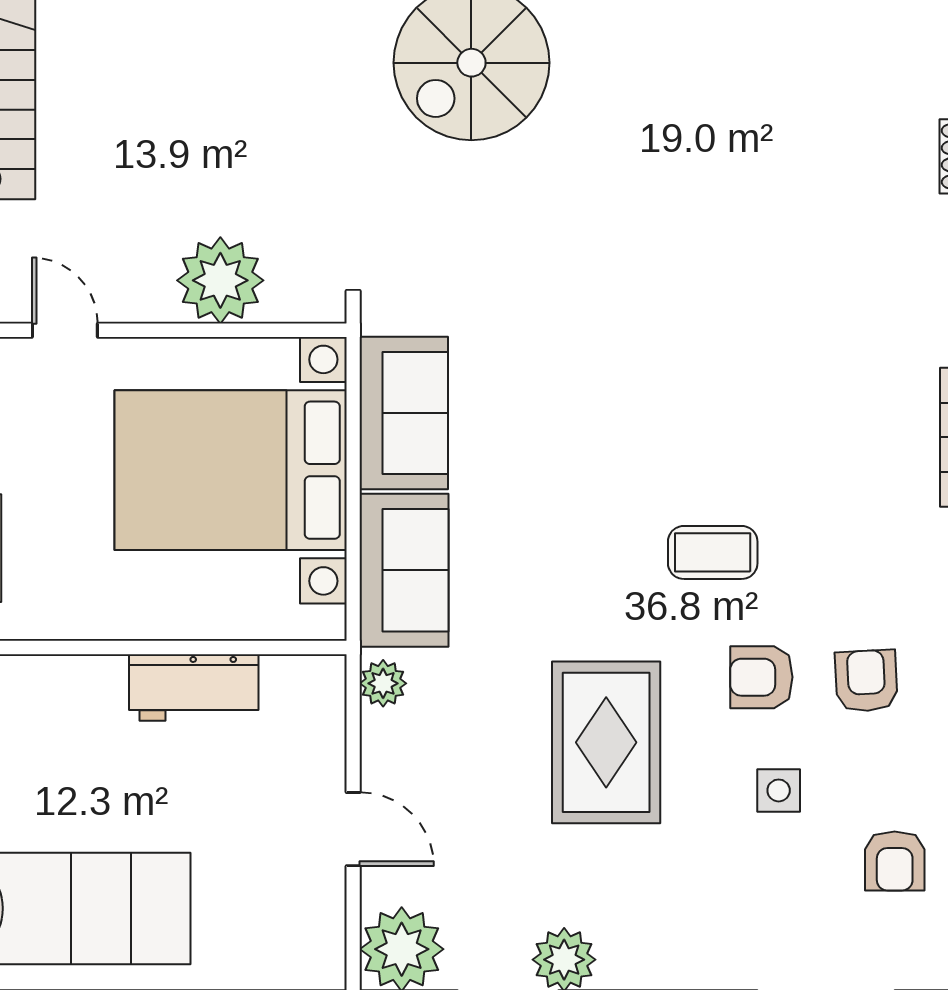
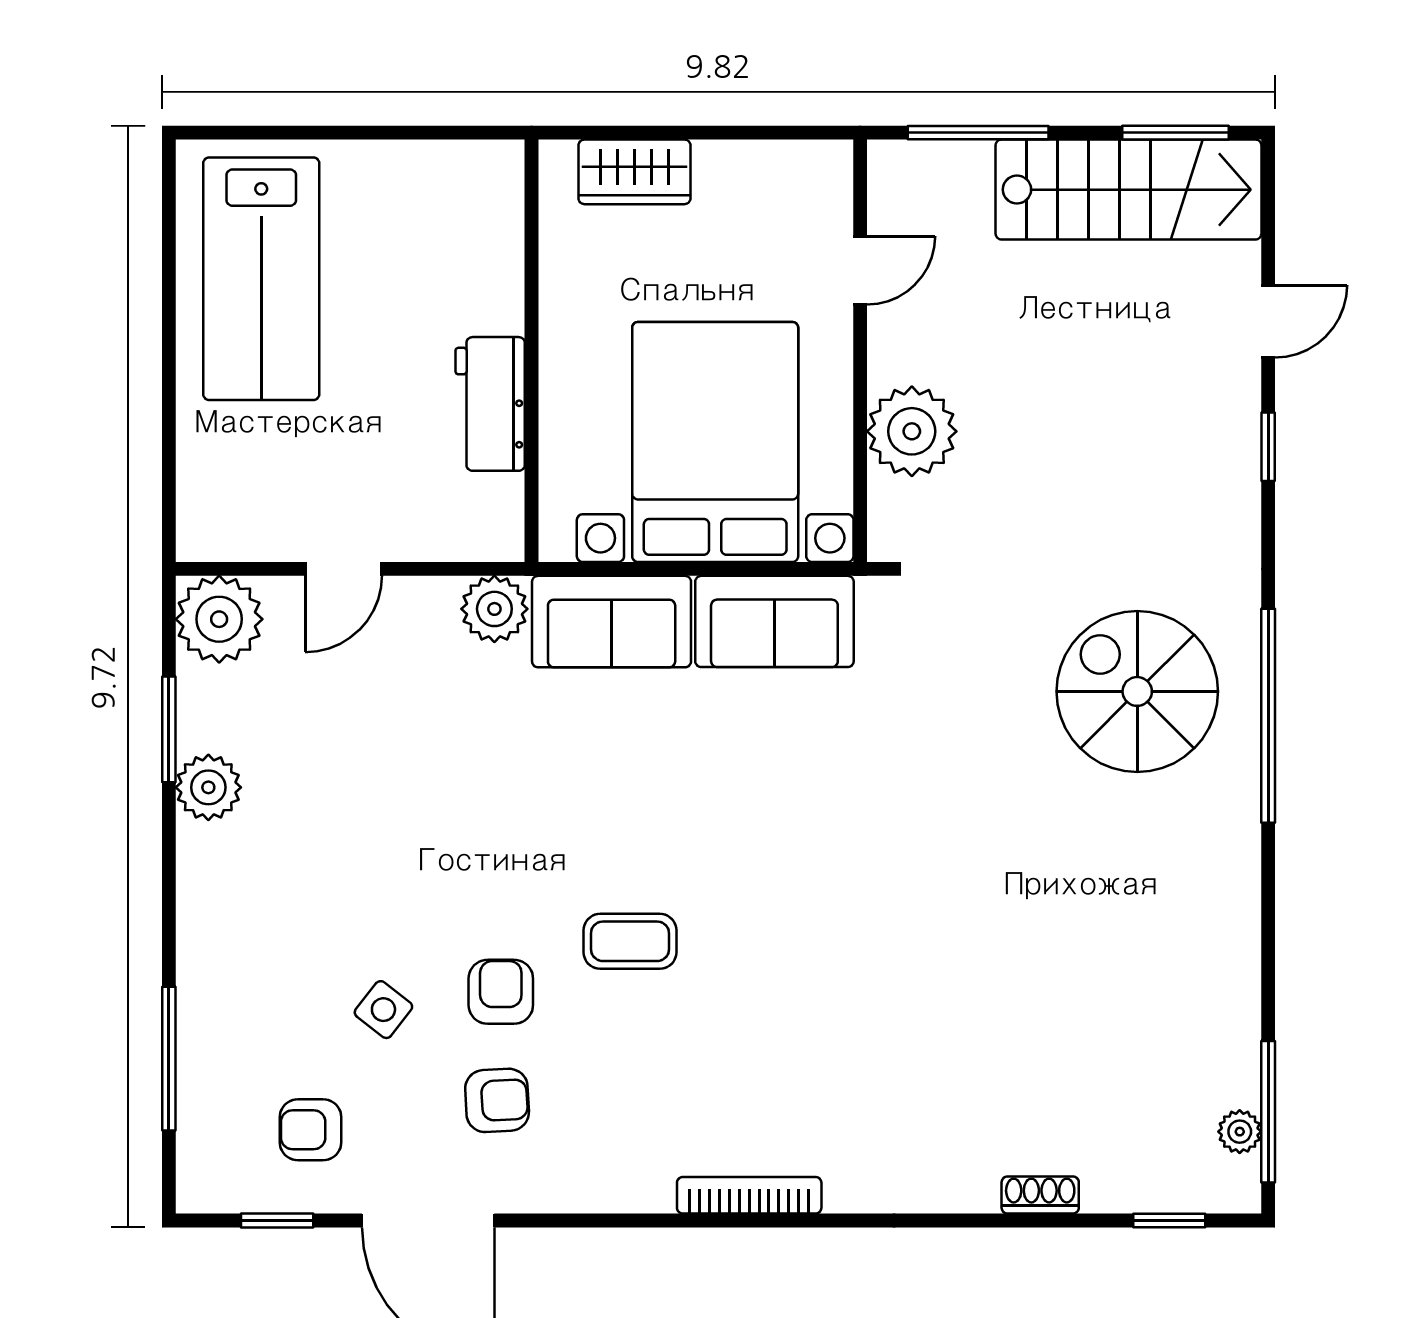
coffee table: (713, 552) -> (630, 941), turned 90
plant: (383, 683) -> (494, 609), width x1.38, depth x1.38
rug: (606, 742) -> (433, 831), removed
side table: (779, 790) -> (383, 1010), turned 38

